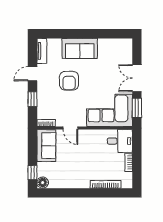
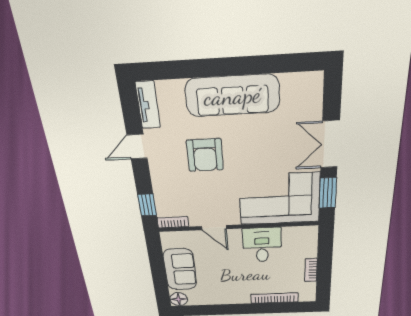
sofa: (80, 48) -> (232, 96), width x1.36
window: (32, 99) -> (147, 205), moved
desk: (120, 141) -> (262, 245), moved, turned -90
sofa: (46, 146) -> (180, 269), moved
window: (32, 173) -> (161, 288), removed

